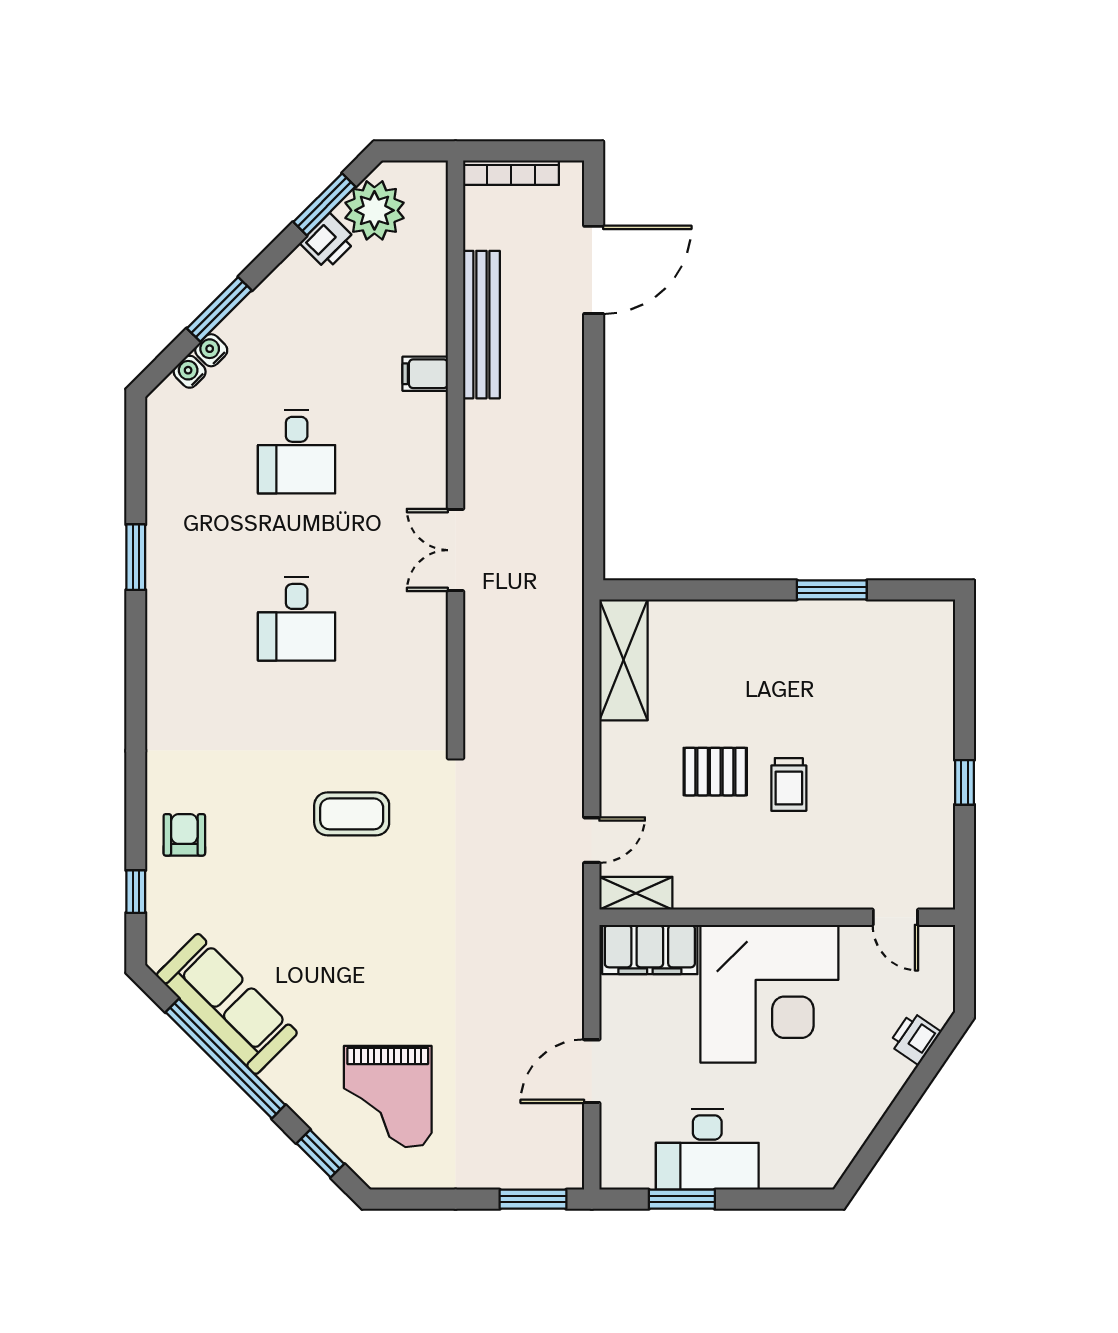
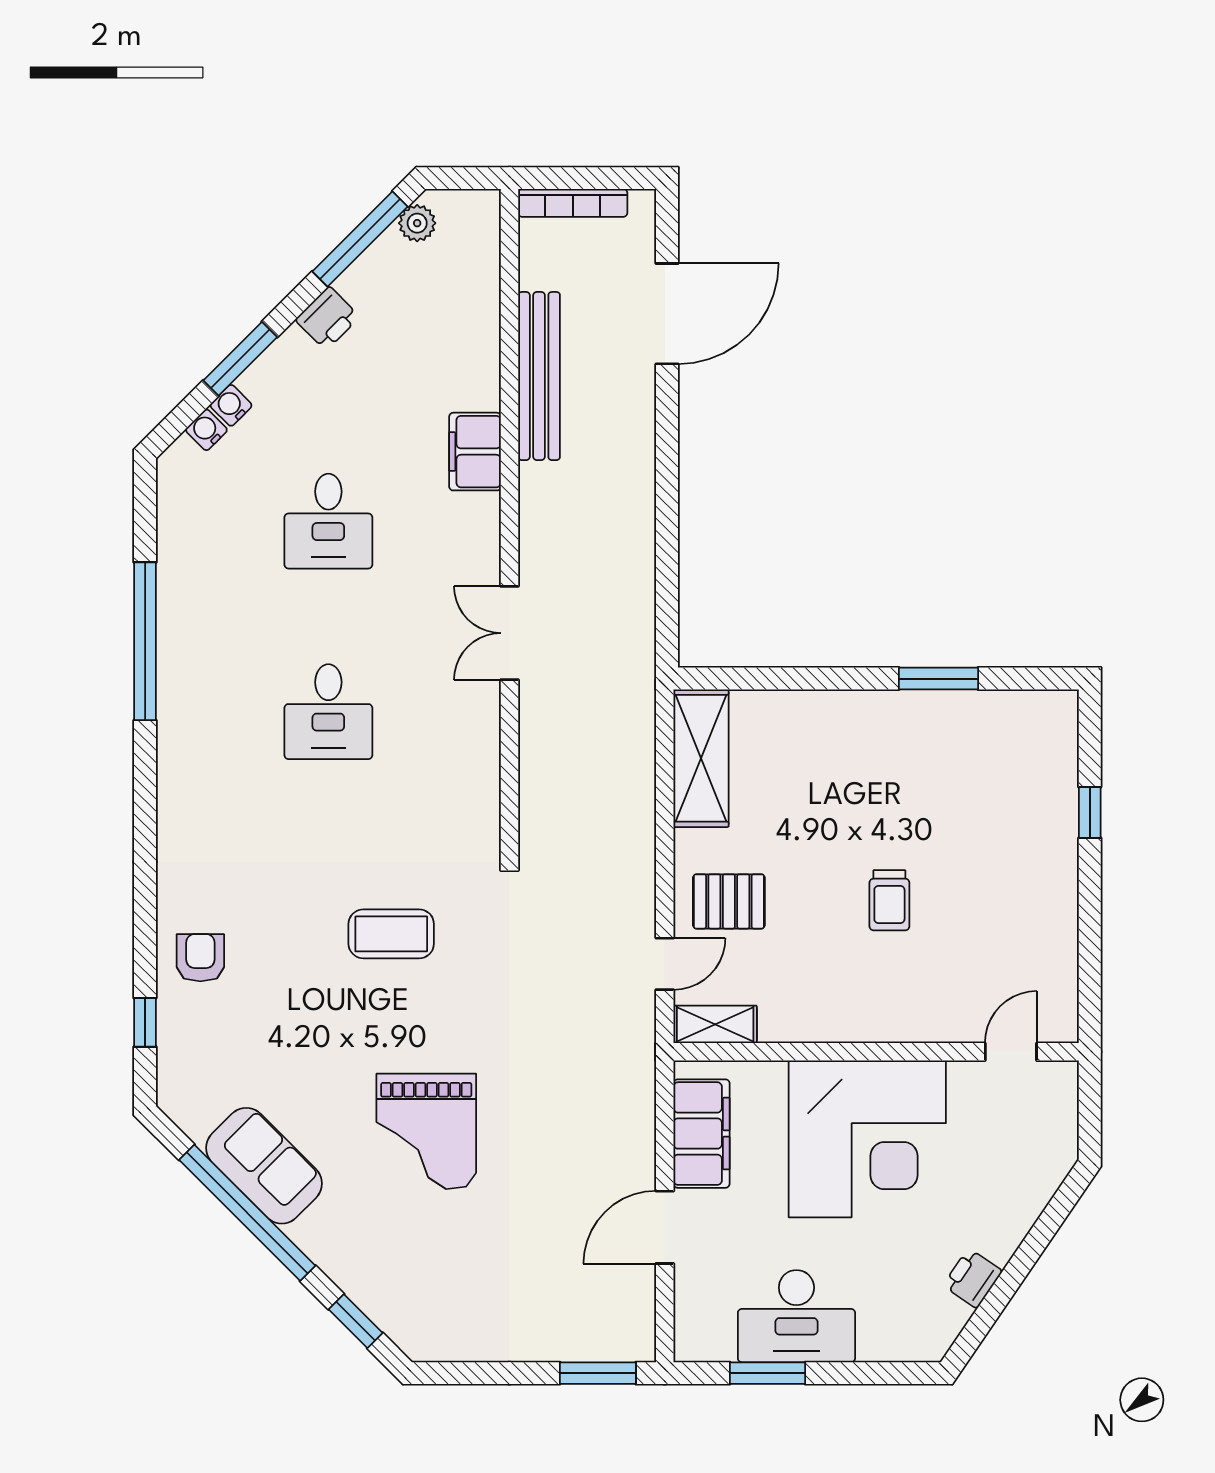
window: (324, 204) -> (360, 239), width x1.44
plant: (374, 210) -> (417, 223), width x0.53, depth x0.53
printer: (328, 241) -> (327, 318), moved
filing cabinet: (425, 374) -> (475, 452), width x2.00
window: (136, 557) -> (145, 641), width x2.11
pallet: (715, 772) -> (729, 901), moved
window: (965, 782) -> (1090, 813), moved
door: (895, 917) -> (1011, 1052), swing flipped
filing cabinet: (650, 950) -> (702, 1134), moved, turned -90
sofa: (227, 1004) -> (264, 1166), width x0.73
printer: (915, 1038) -> (973, 1278), moved
grand piano: (388, 1096) -> (426, 1131), moved

